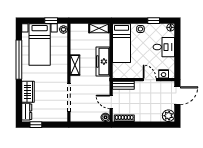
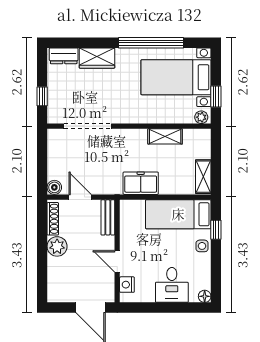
window: (154, 21) -> (216, 230), moved
freezer: (103, 61) -> (141, 183), width x0.71
shelving: (75, 65) -> (165, 136), moved
door: (150, 80) -> (117, 261), swing flipped
door: (111, 102) -> (80, 197), hinge flipped
plant: (168, 116) -> (57, 246), moved
window: (36, 125) -> (42, 96), moved

